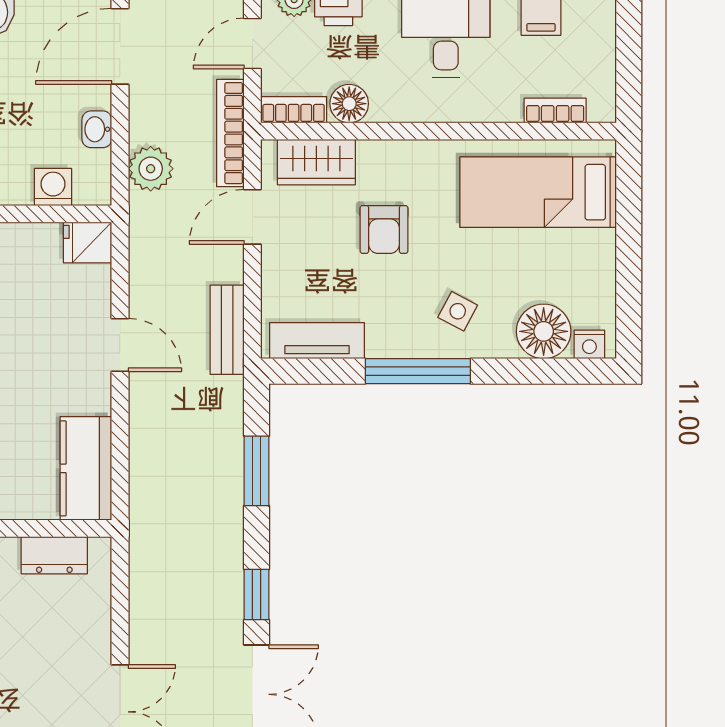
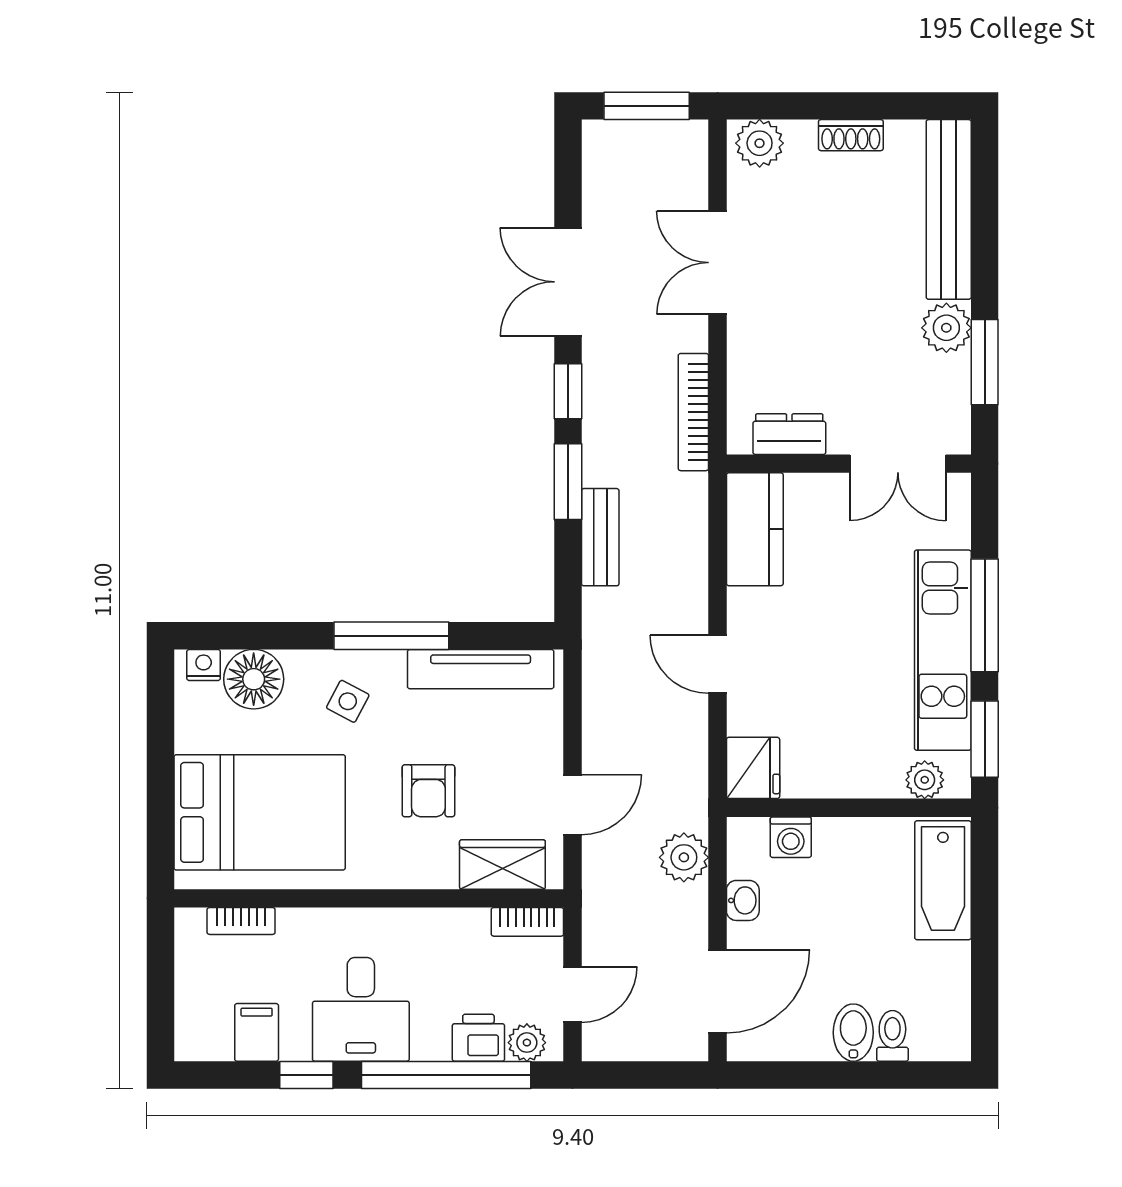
floor lamp: (349, 104) -> (467, 929), removed
bookcase: (230, 133) -> (693, 412), moved, turned 180
bed: (538, 192) -> (260, 812), width x1.50
armchair: (384, 229) -> (428, 791), turned 180
fridge: (88, 243) -> (753, 768), width x1.38
bench: (227, 330) -> (600, 537), moved
tv unit: (317, 341) -> (481, 669), width x1.41
window: (256, 471) -> (568, 482), moved

